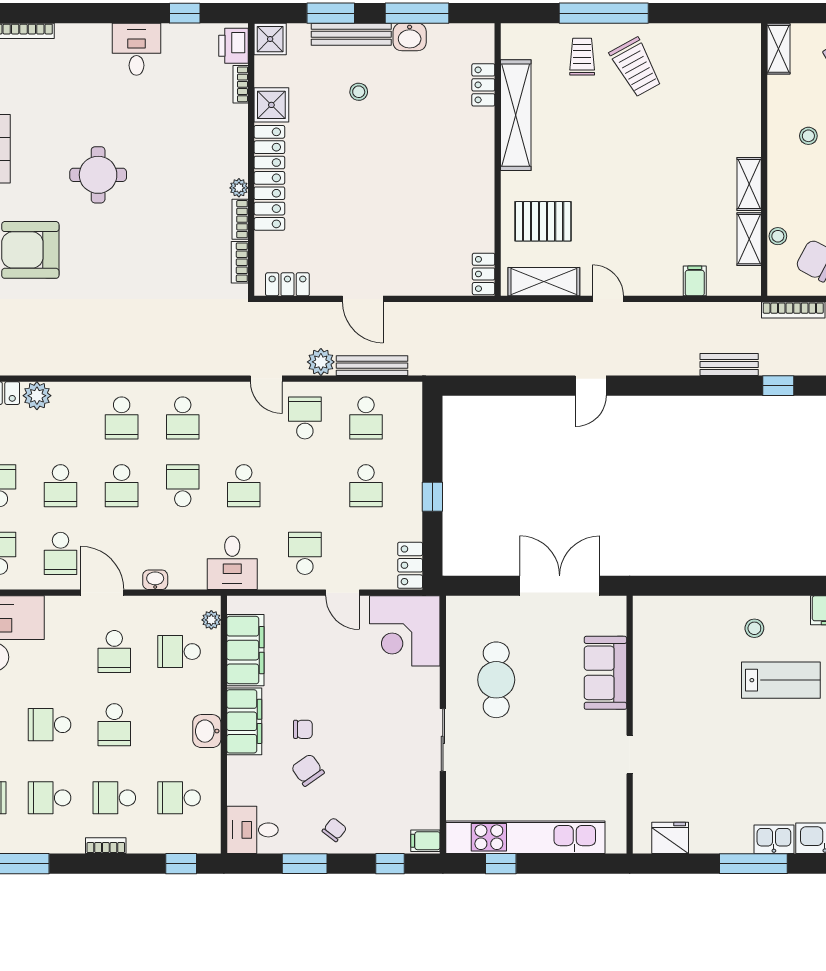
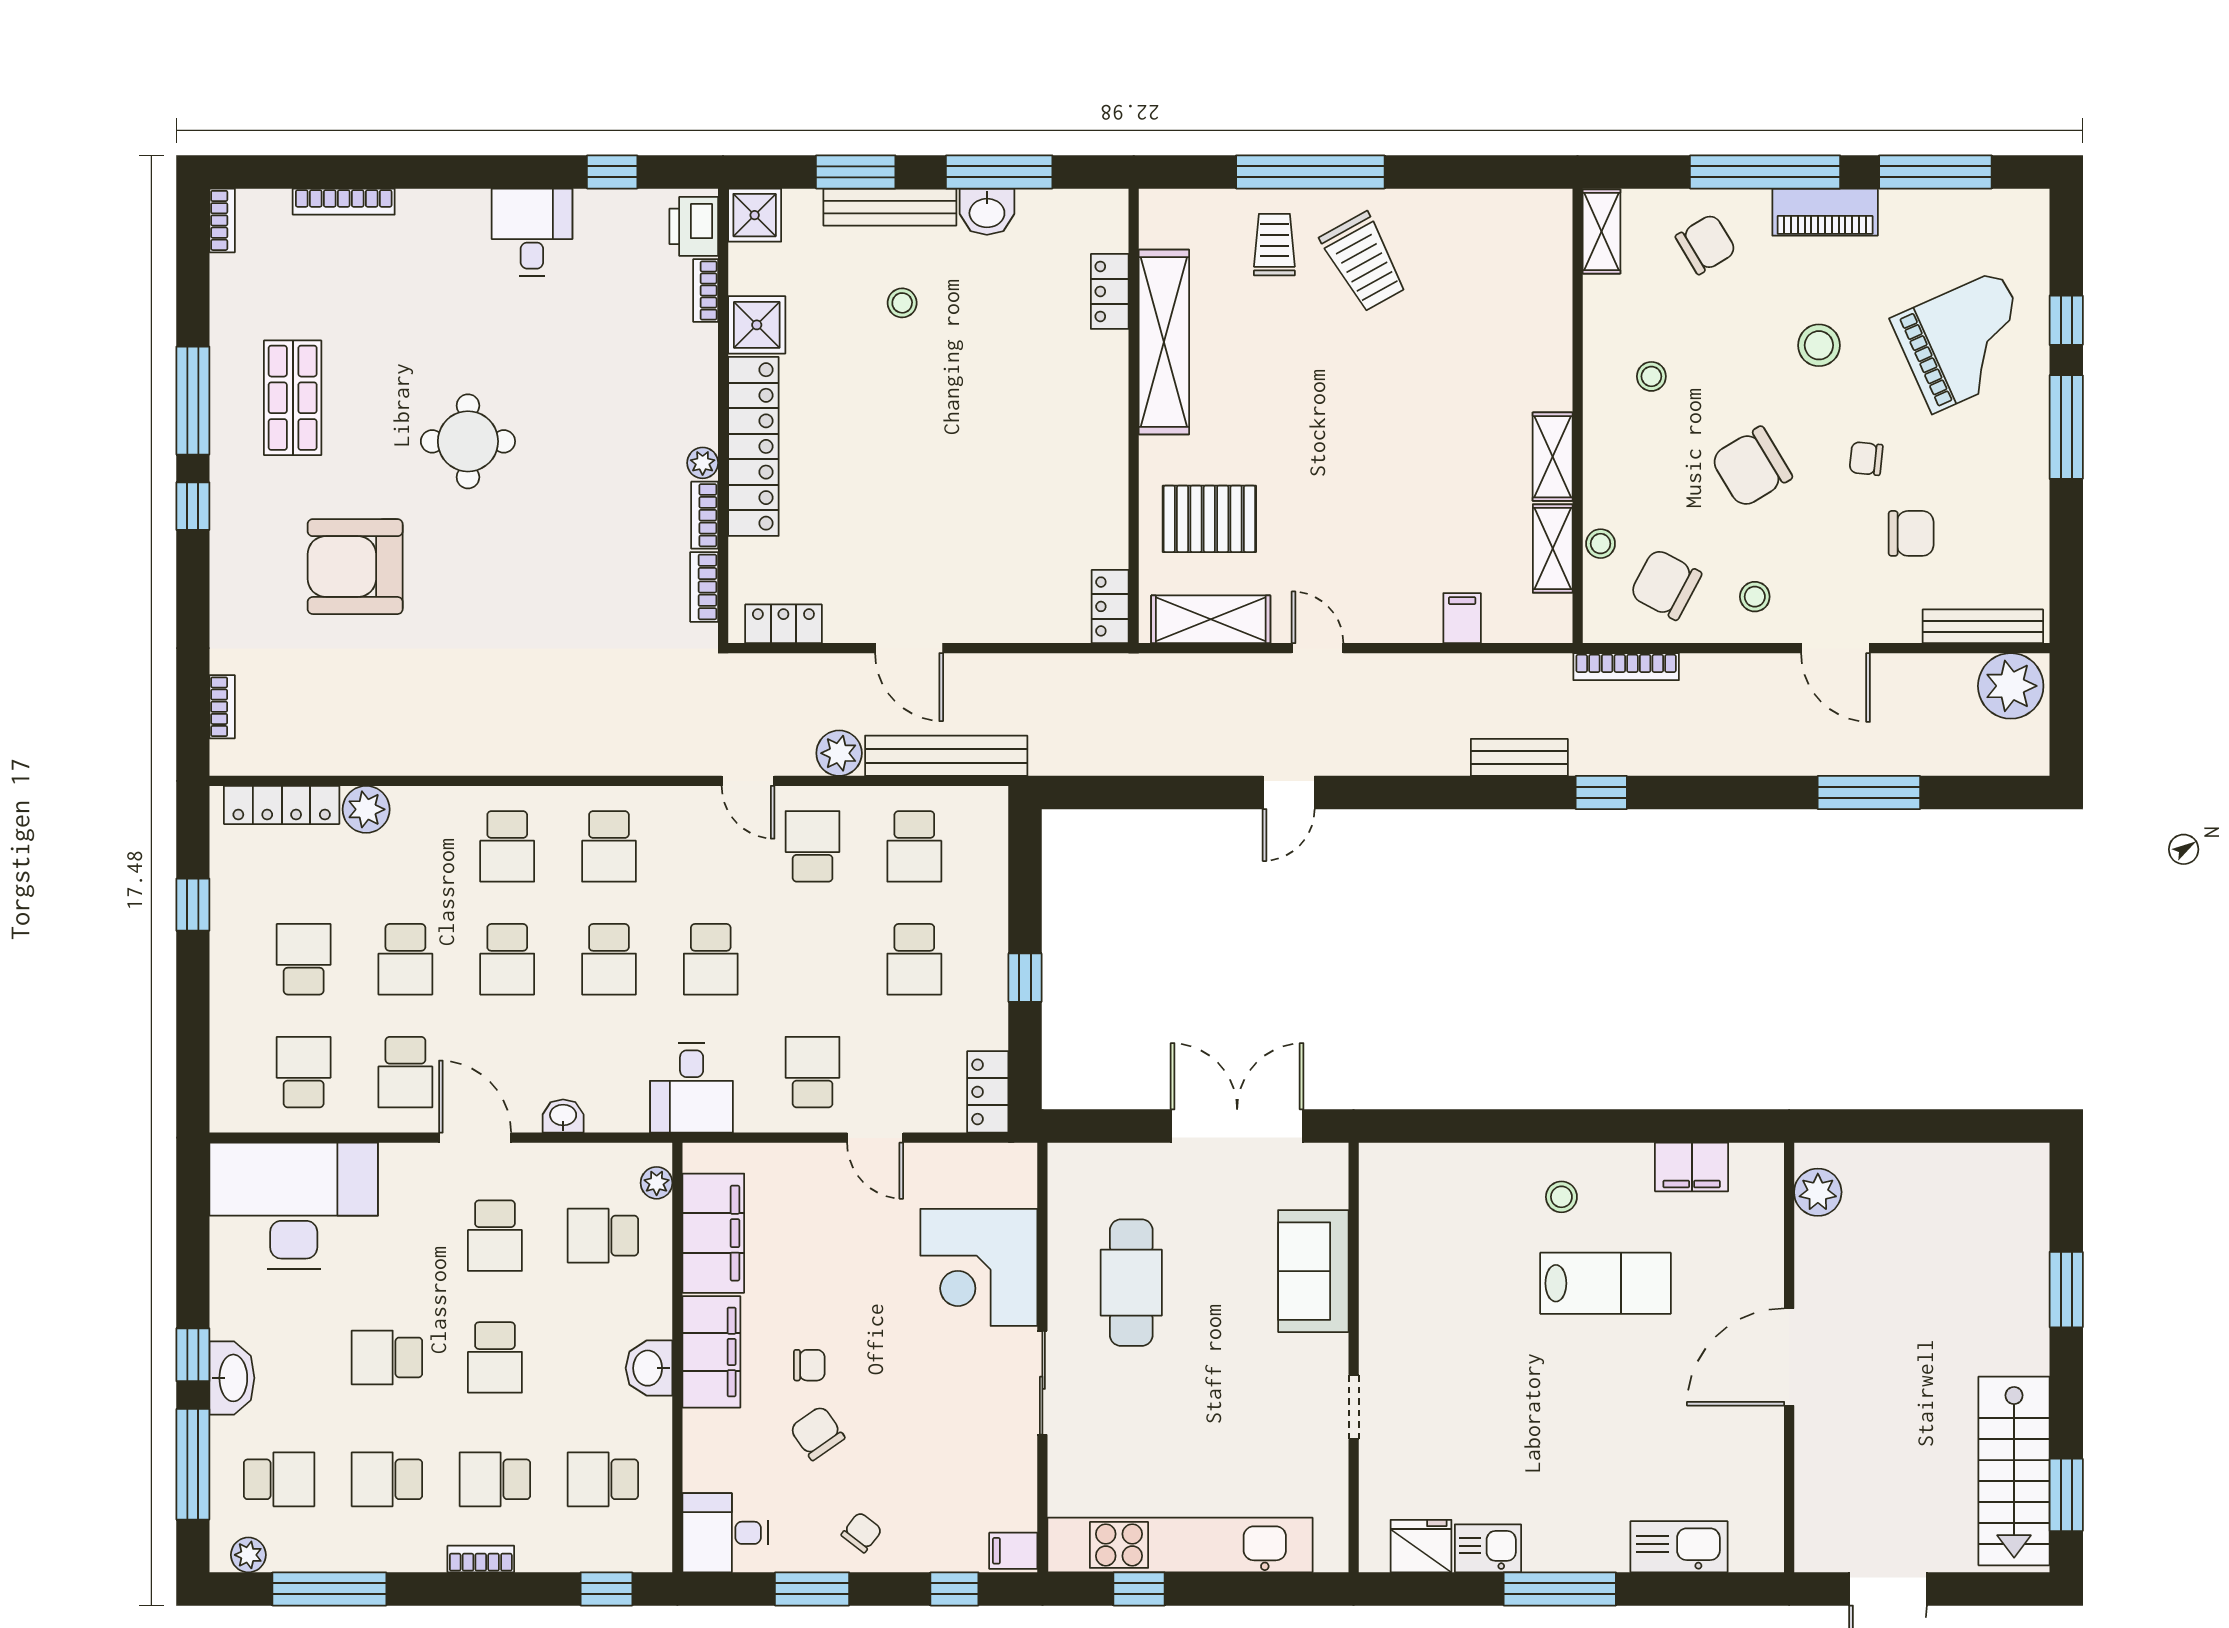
bench: (372, 366) -> (946, 756), width x1.37, depth x1.21
school desk: (183, 486) -> (609, 959), turned 180
corner desk: (405, 631) -> (979, 1267), moved
kitchen sink: (774, 839) -> (1488, 1548), moved

